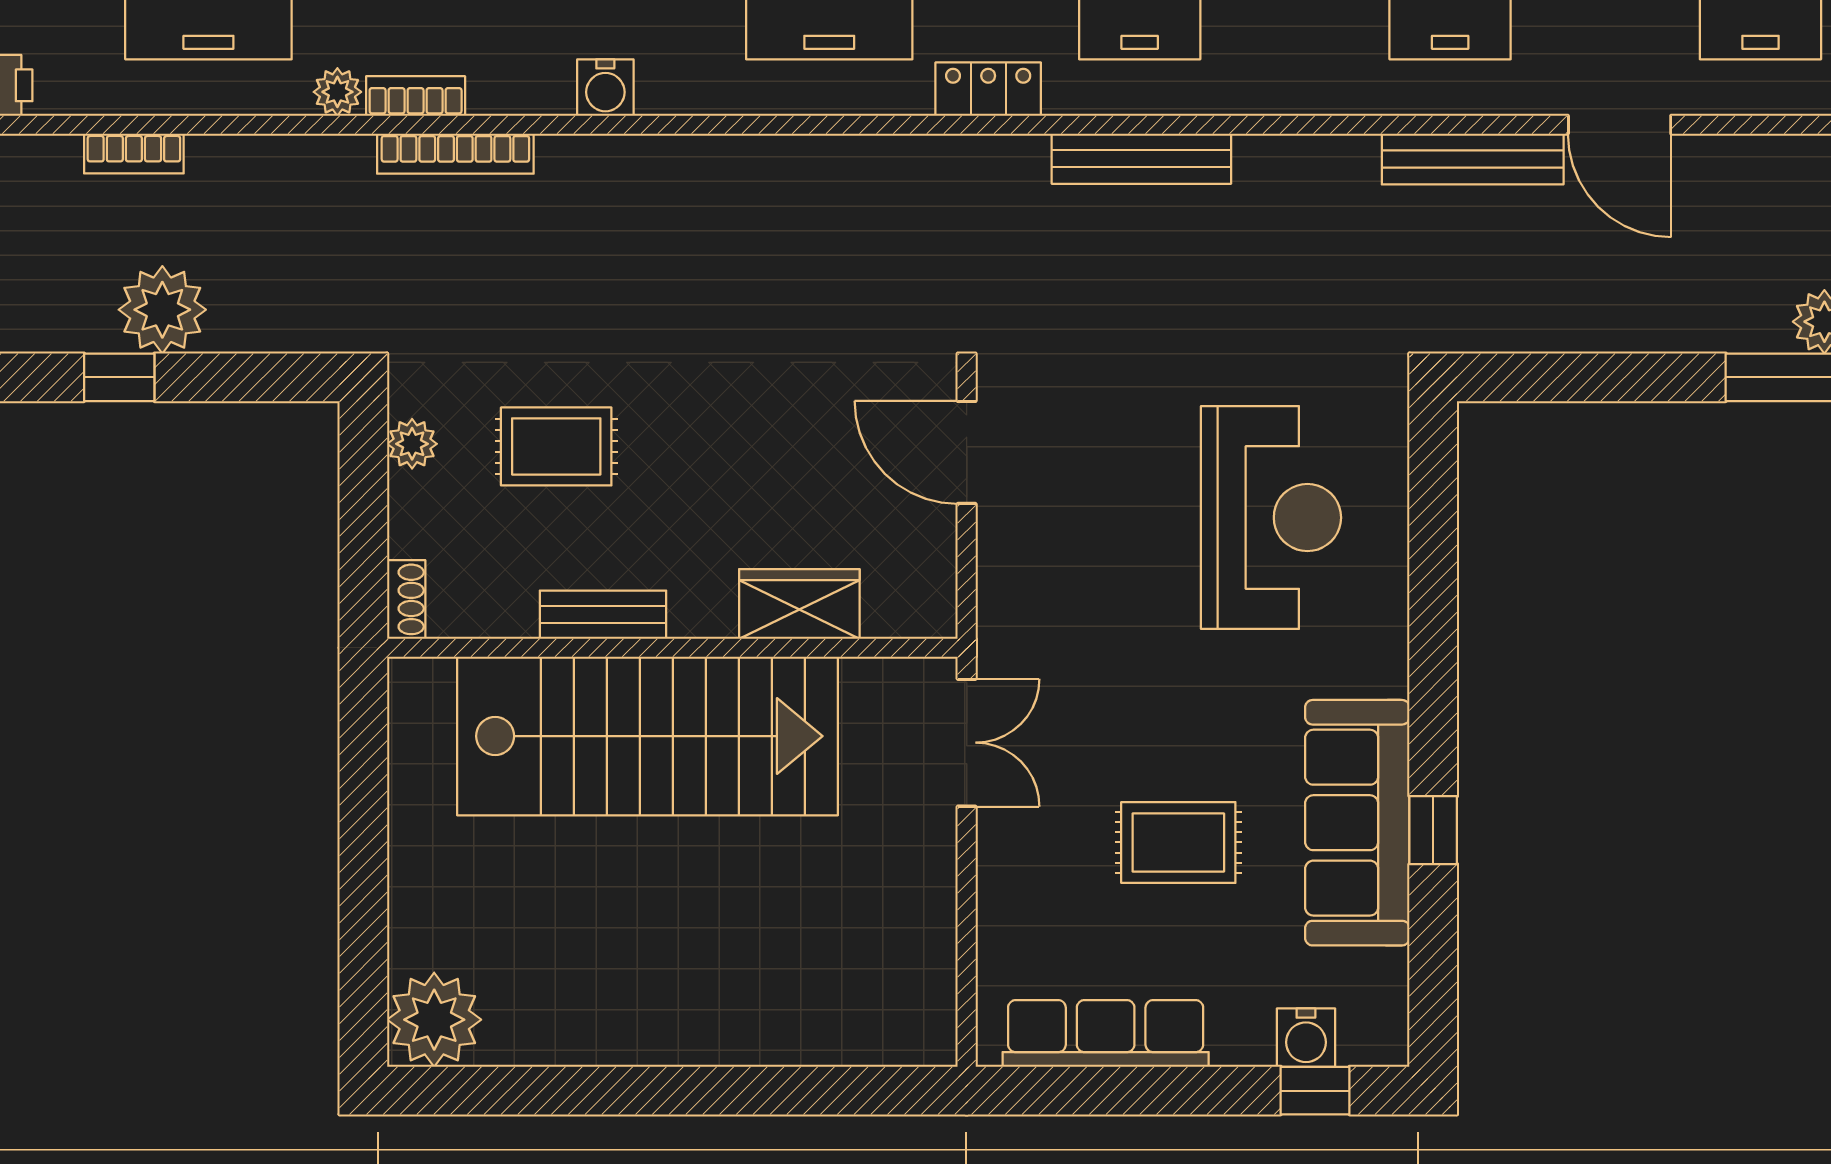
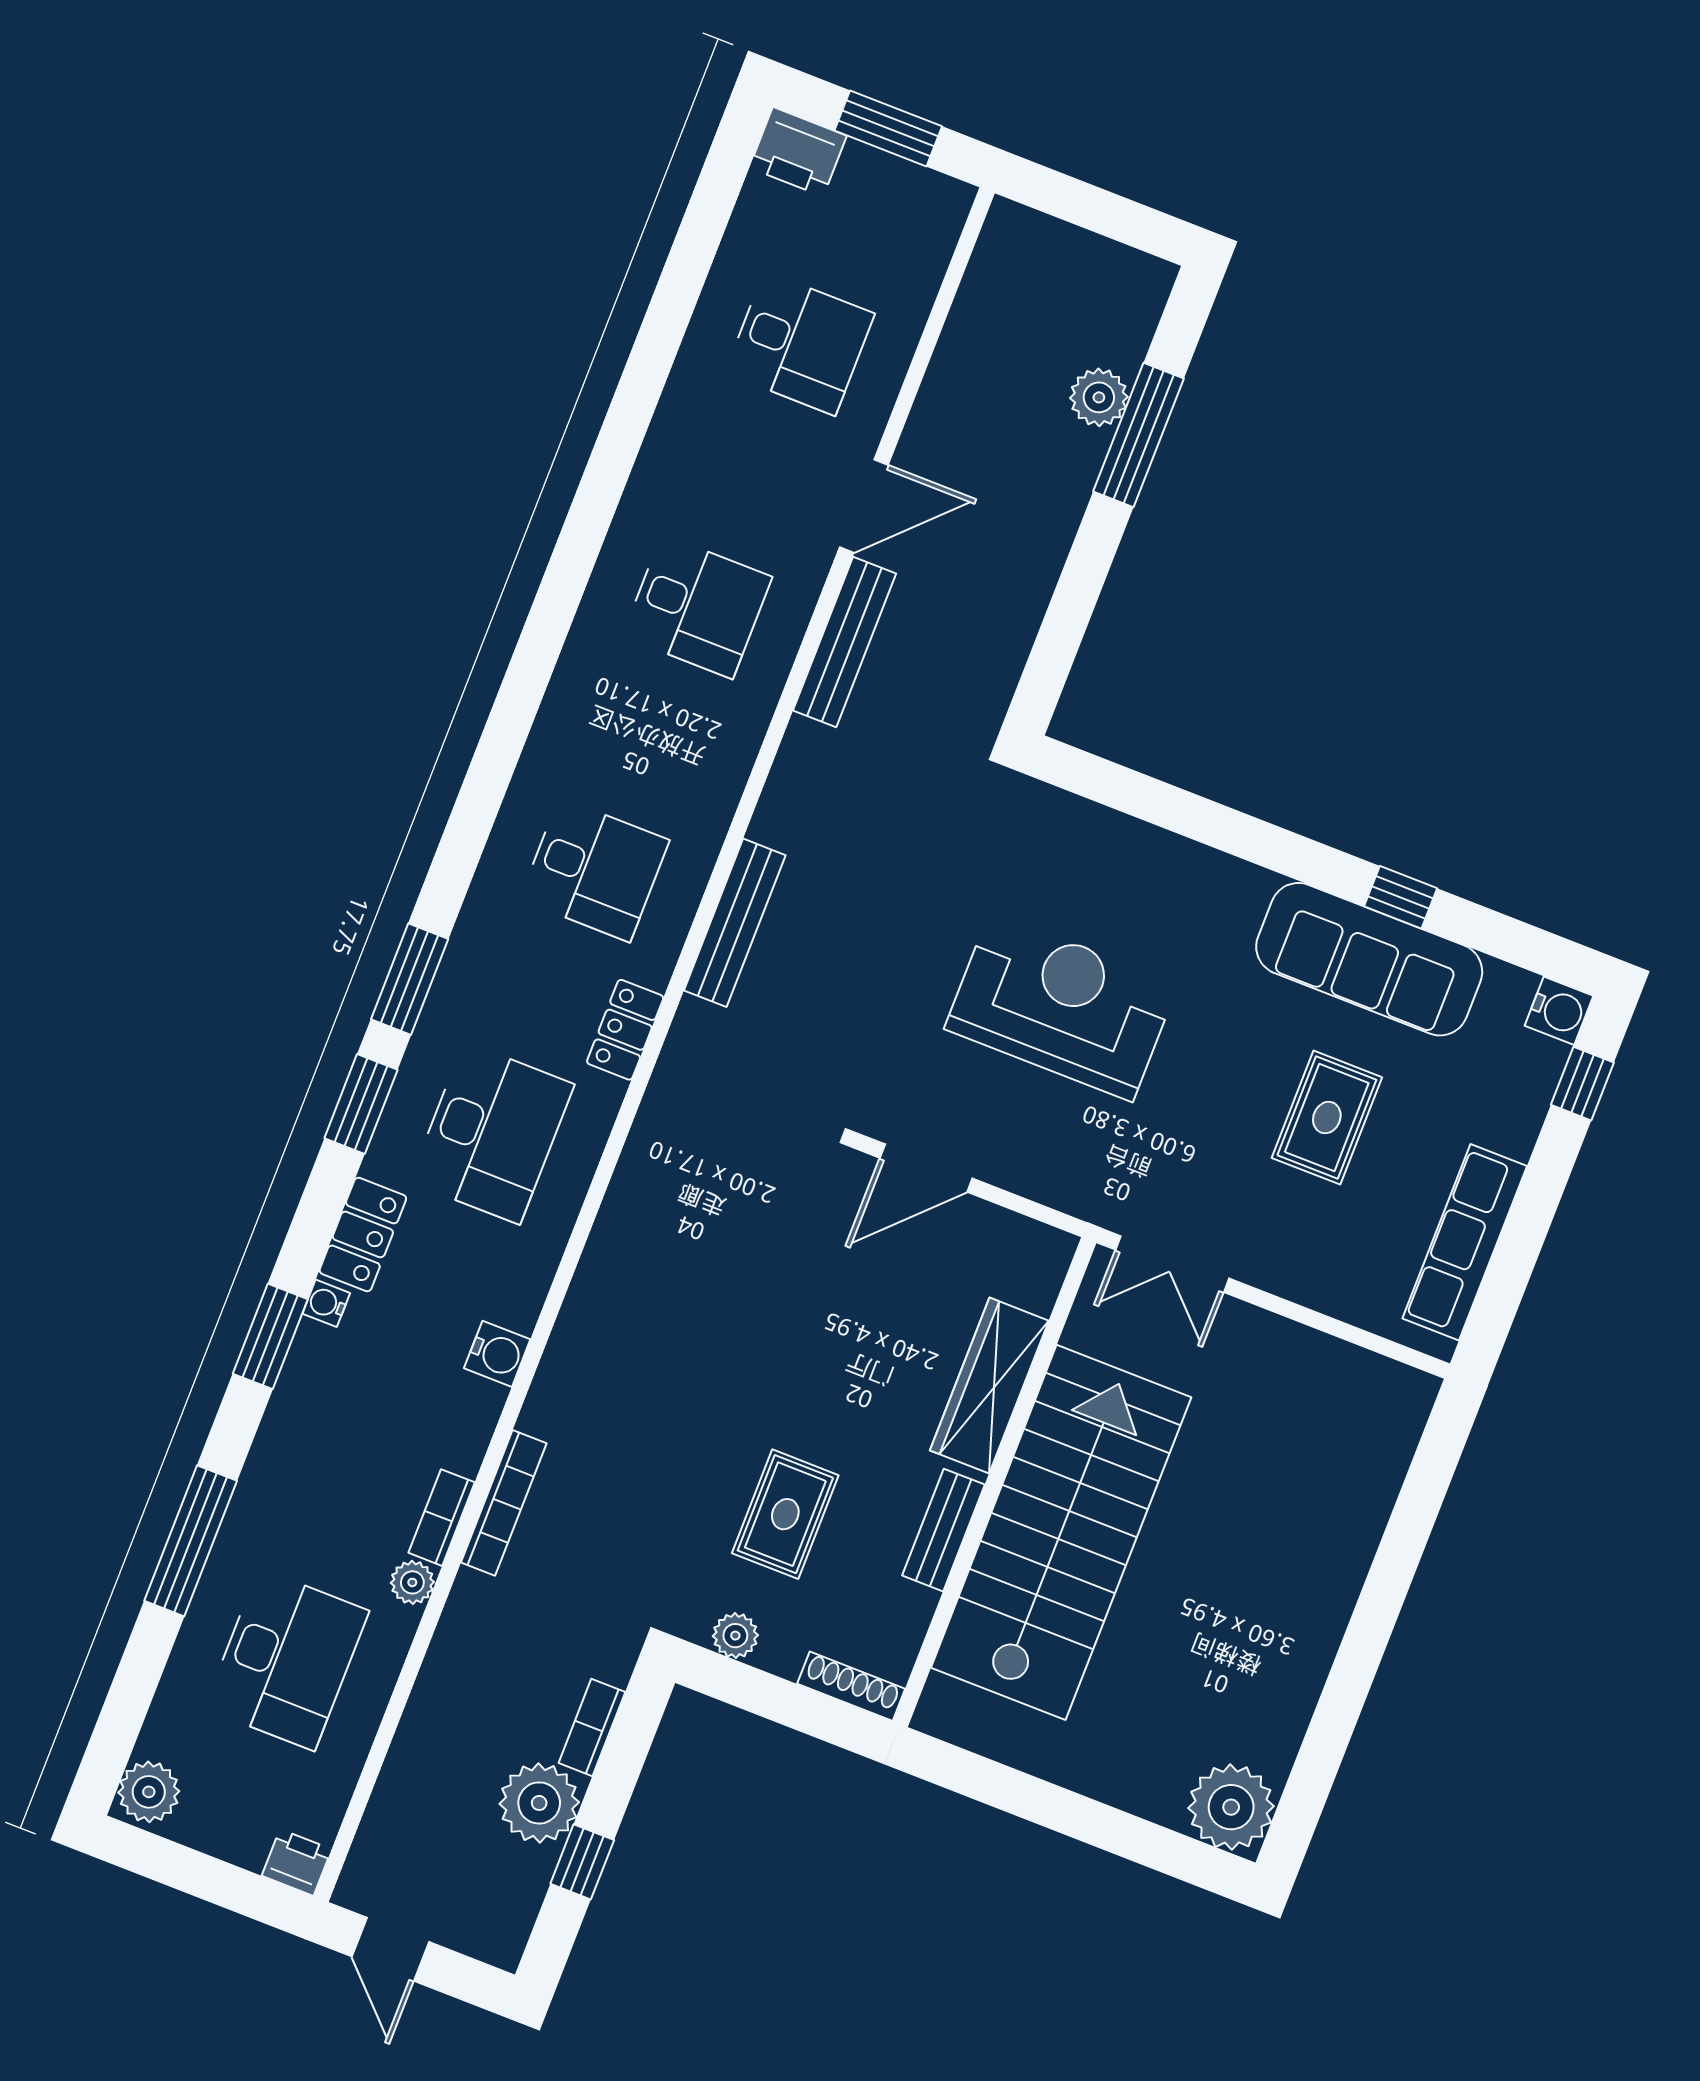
bookcase: (134, 154) -> (592, 1727), moved, turned 180
reception desk: (1271, 518) -> (1061, 1006), moved
shoe rack: (406, 599) -> (851, 1686), width x1.43
wardrobe: (799, 604) -> (989, 1386), width x1.50
double door: (967, 743) -> (1172, 1264), swing flipped
water cooler: (1306, 1038) -> (1559, 1011), moved

